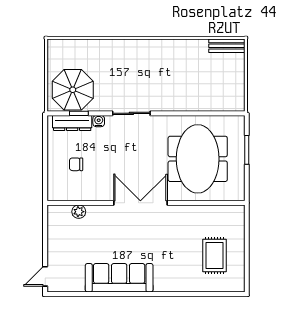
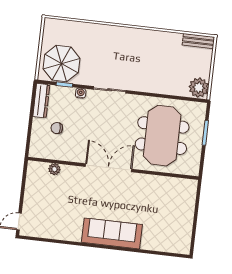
plant: (233, 99) -> (199, 88), added
dresser: (72, 123) -> (41, 101), moved, turned -90
rug: (215, 256) -> (167, 221), removed
sofa: (119, 278) -> (112, 233), moved

